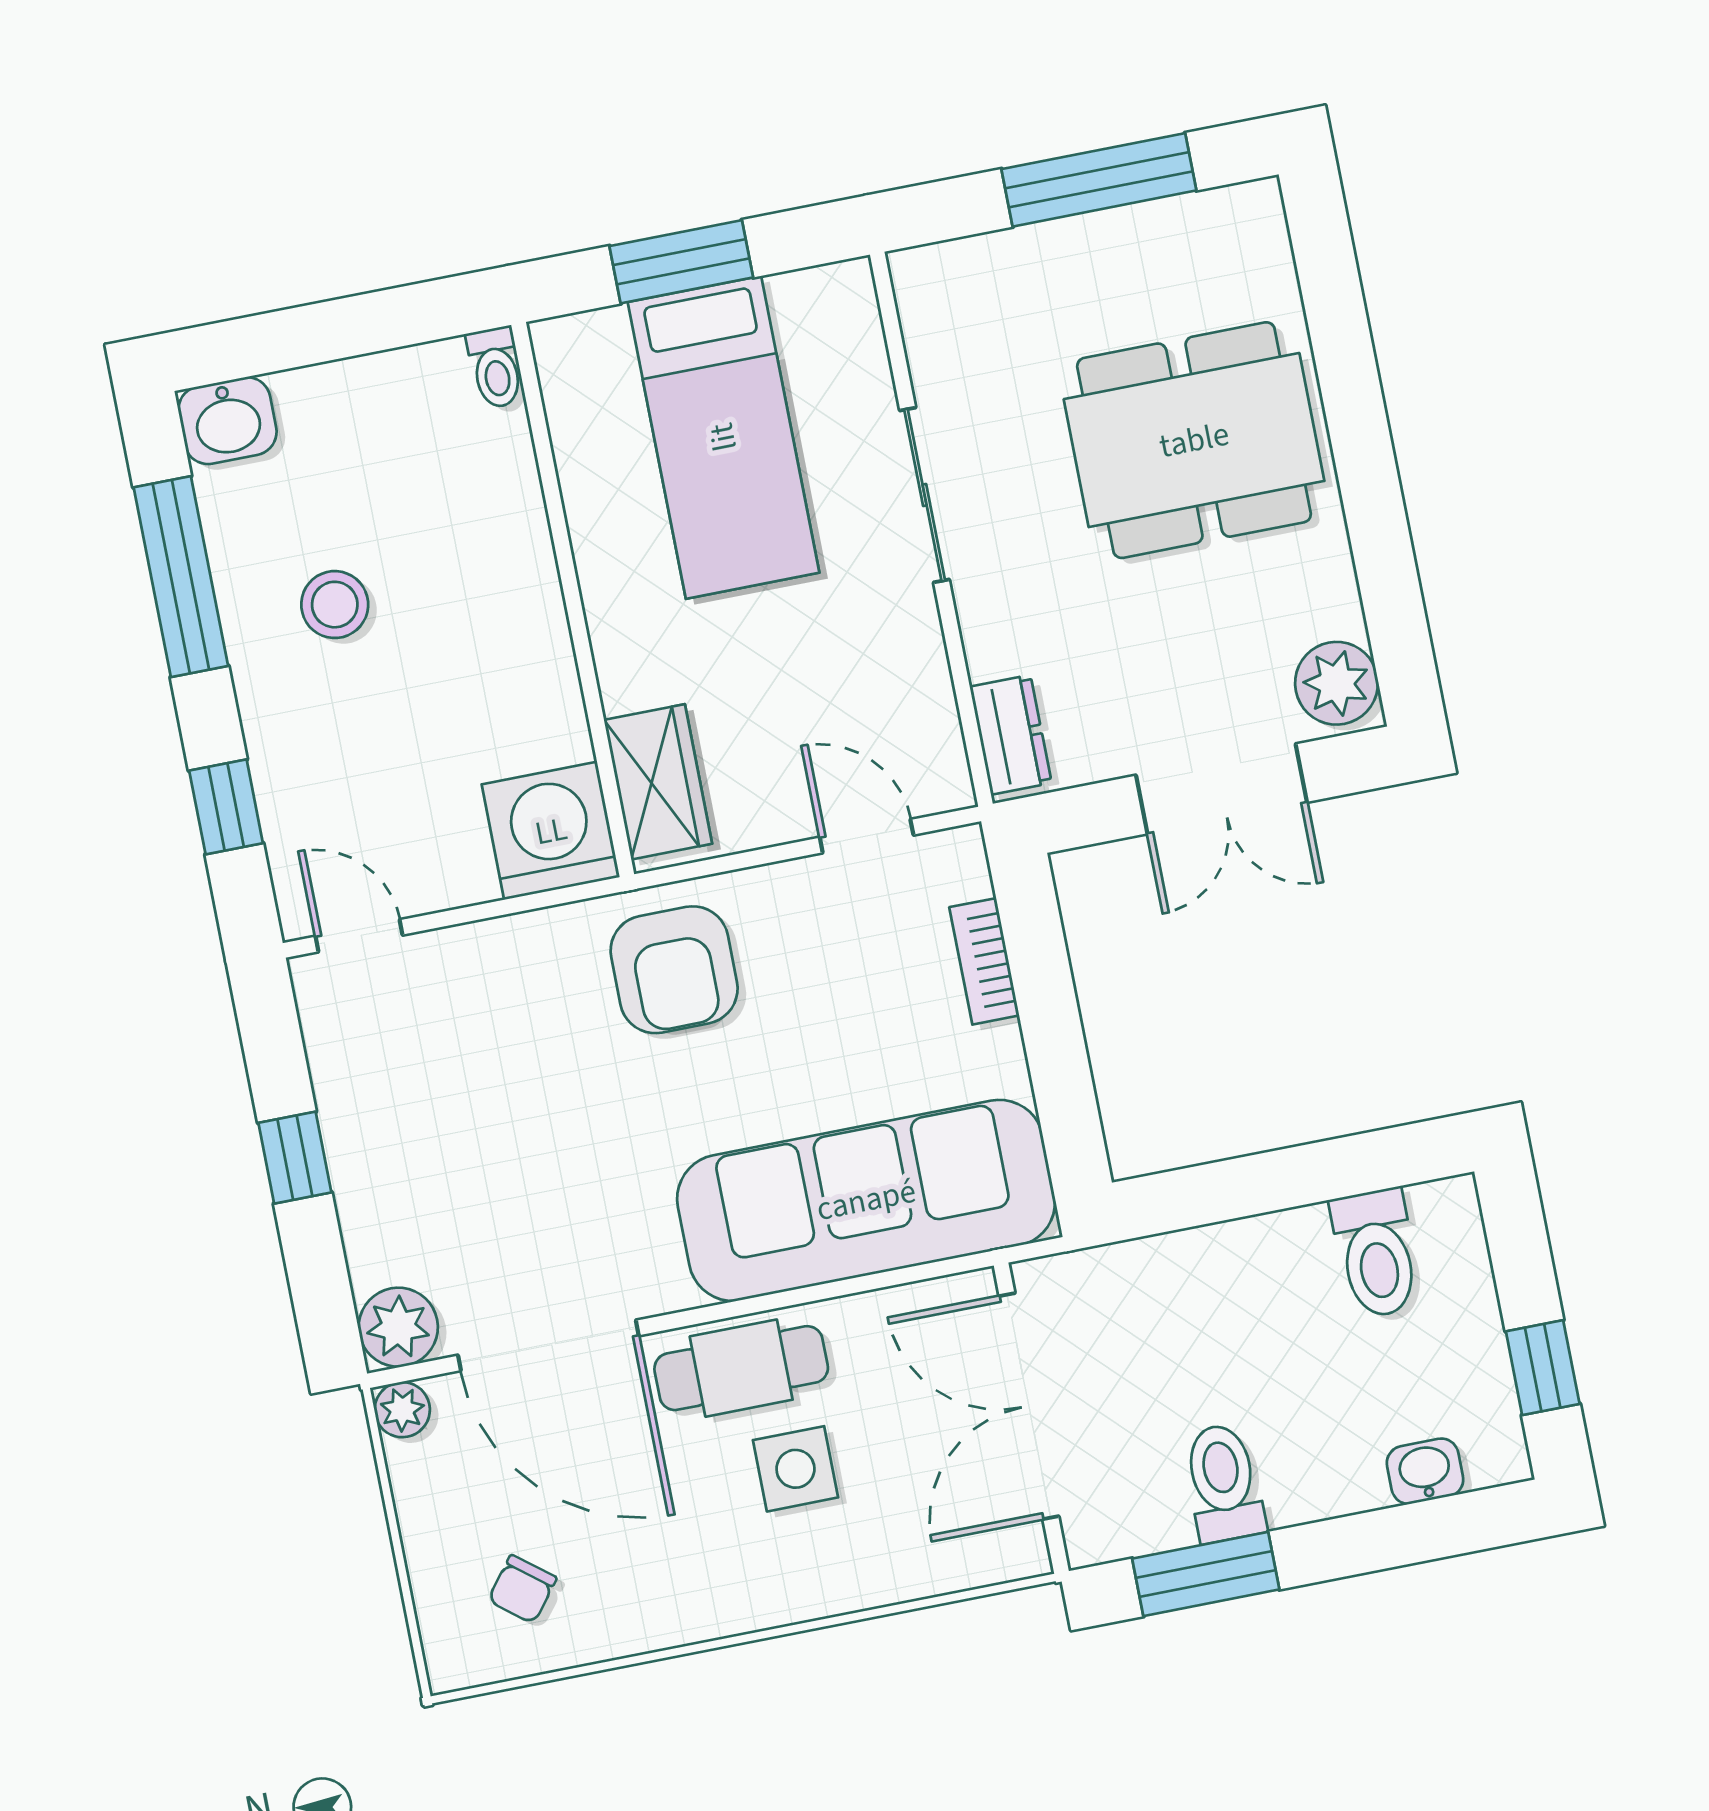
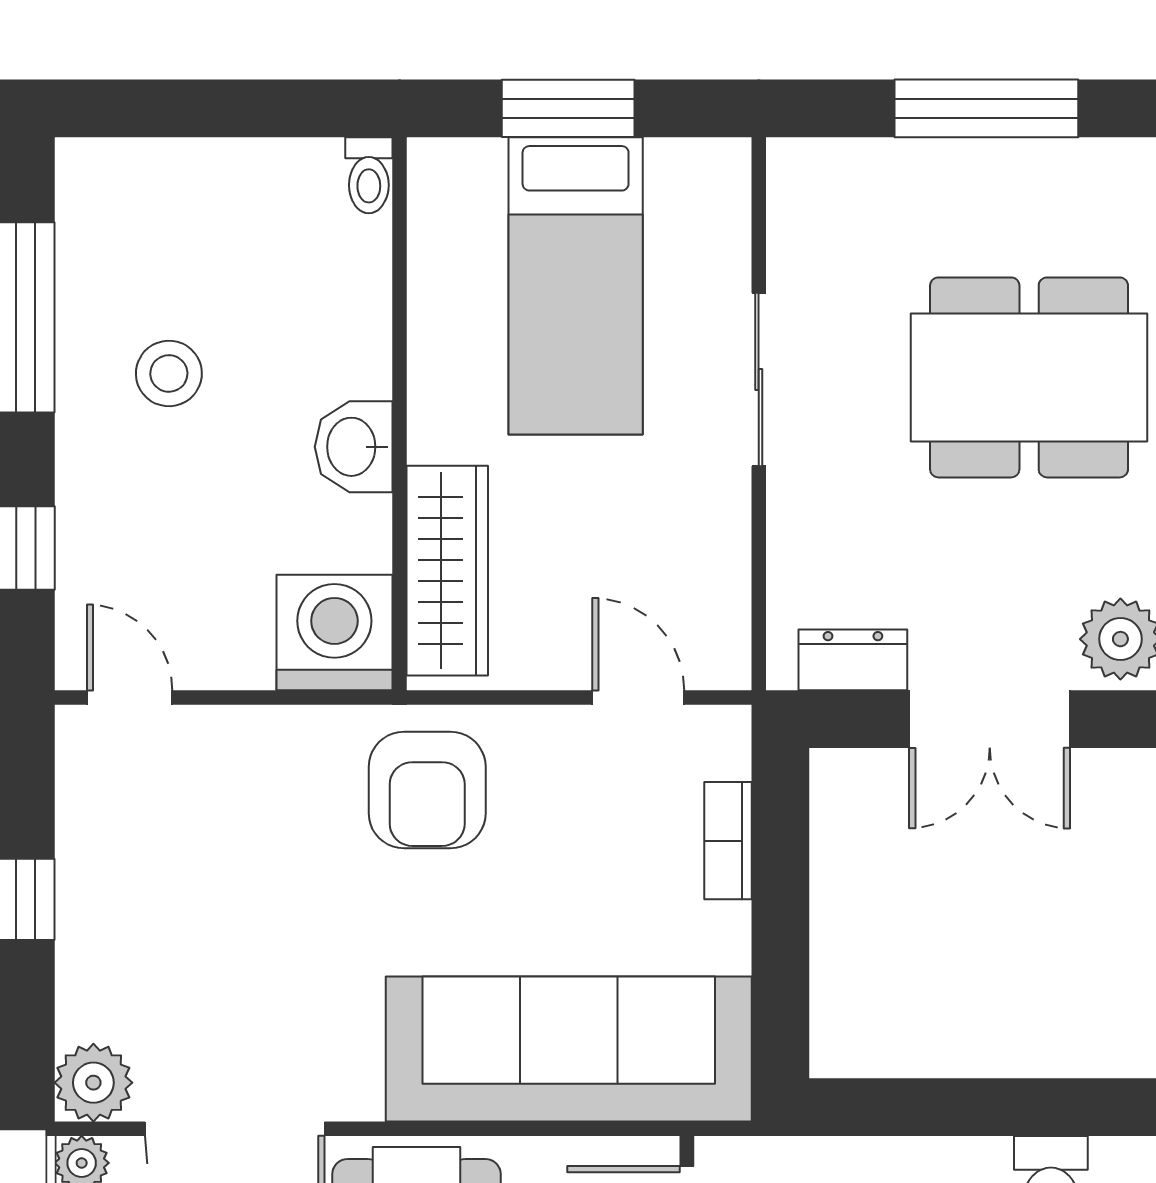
washbasin: (227, 421) -> (354, 447), moved, turned 90
dresser: (1011, 735) -> (853, 660), moved, turned -90
wardrobe: (658, 782) -> (447, 571), width x1.50

